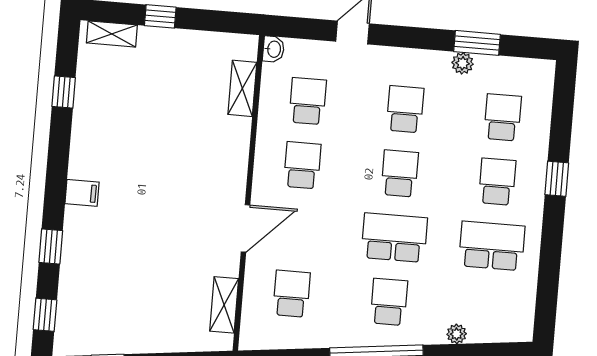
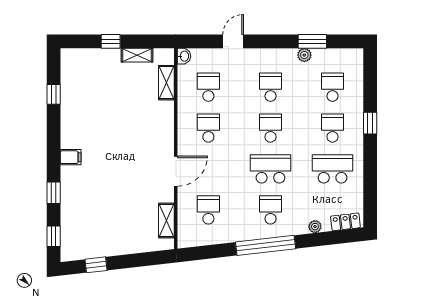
shelving: (112, 34) -> (137, 55), moved
locker: (505, 331) -> (345, 222), added

